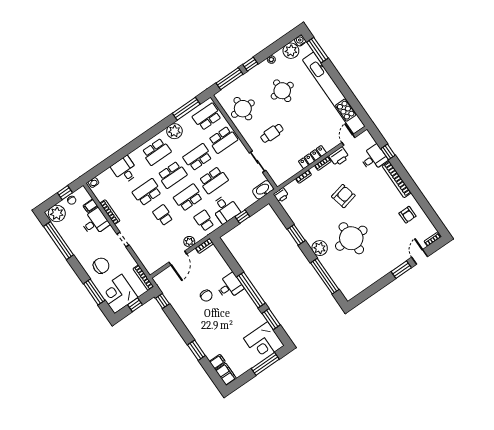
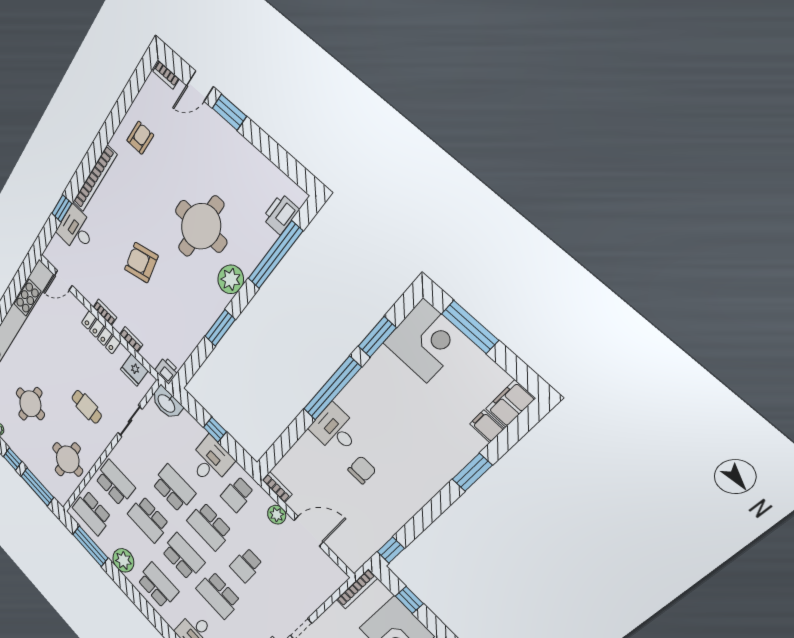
printer: (339, 157) -> (281, 214), moved, turned -90
fridge: (286, 174) -> (134, 370), added

